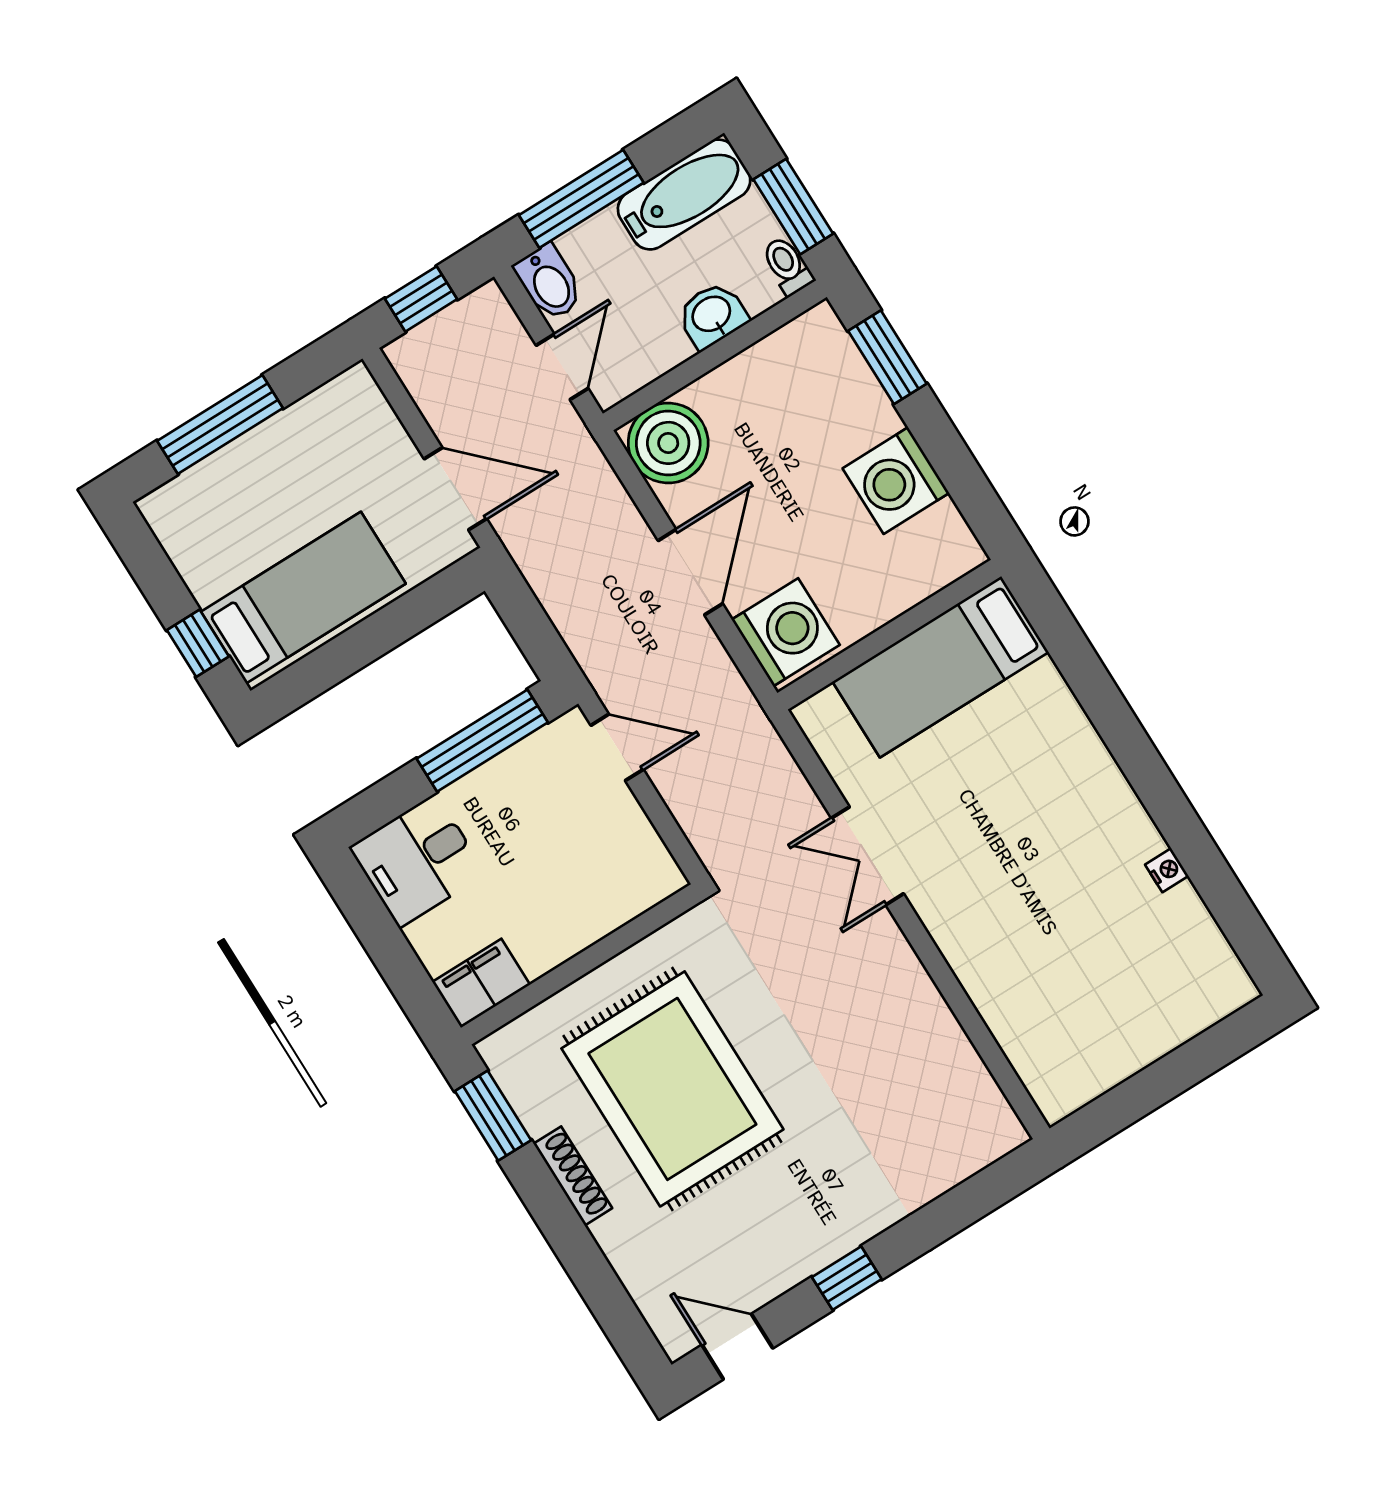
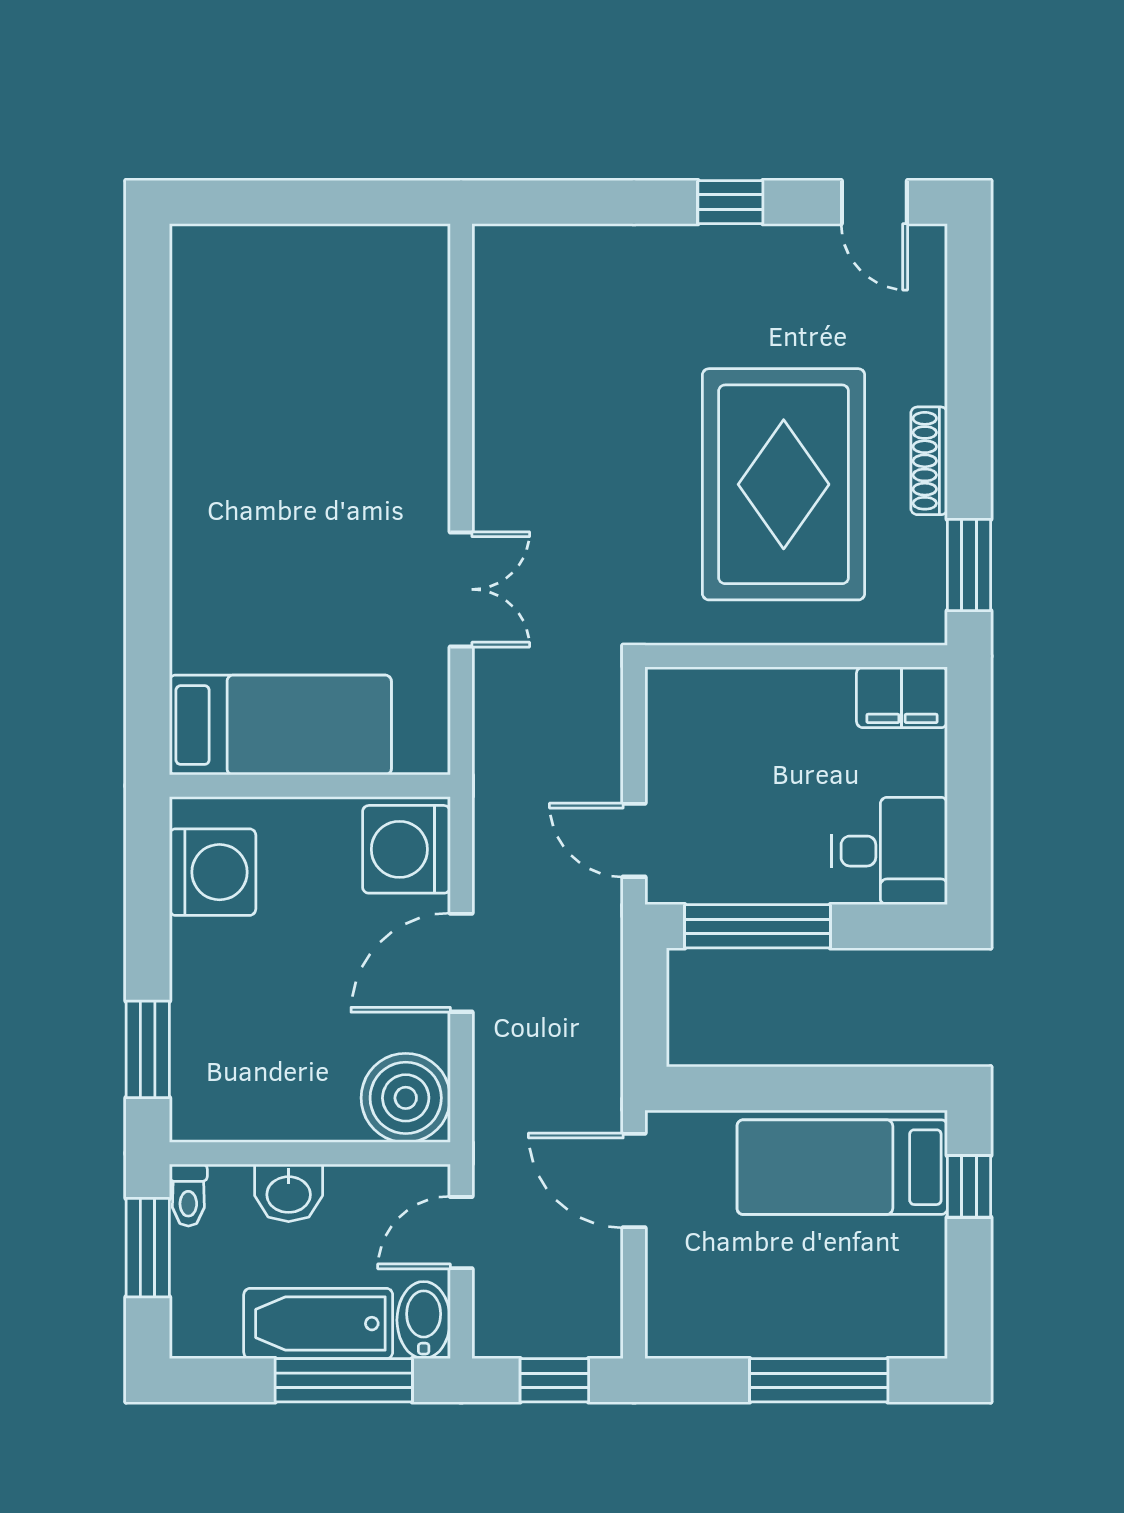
bathtub: (684, 195) -> (318, 1324), moved
washing machine: (896, 481) -> (213, 872), moved
nightstand: (1167, 870) -> (187, 399), removed

